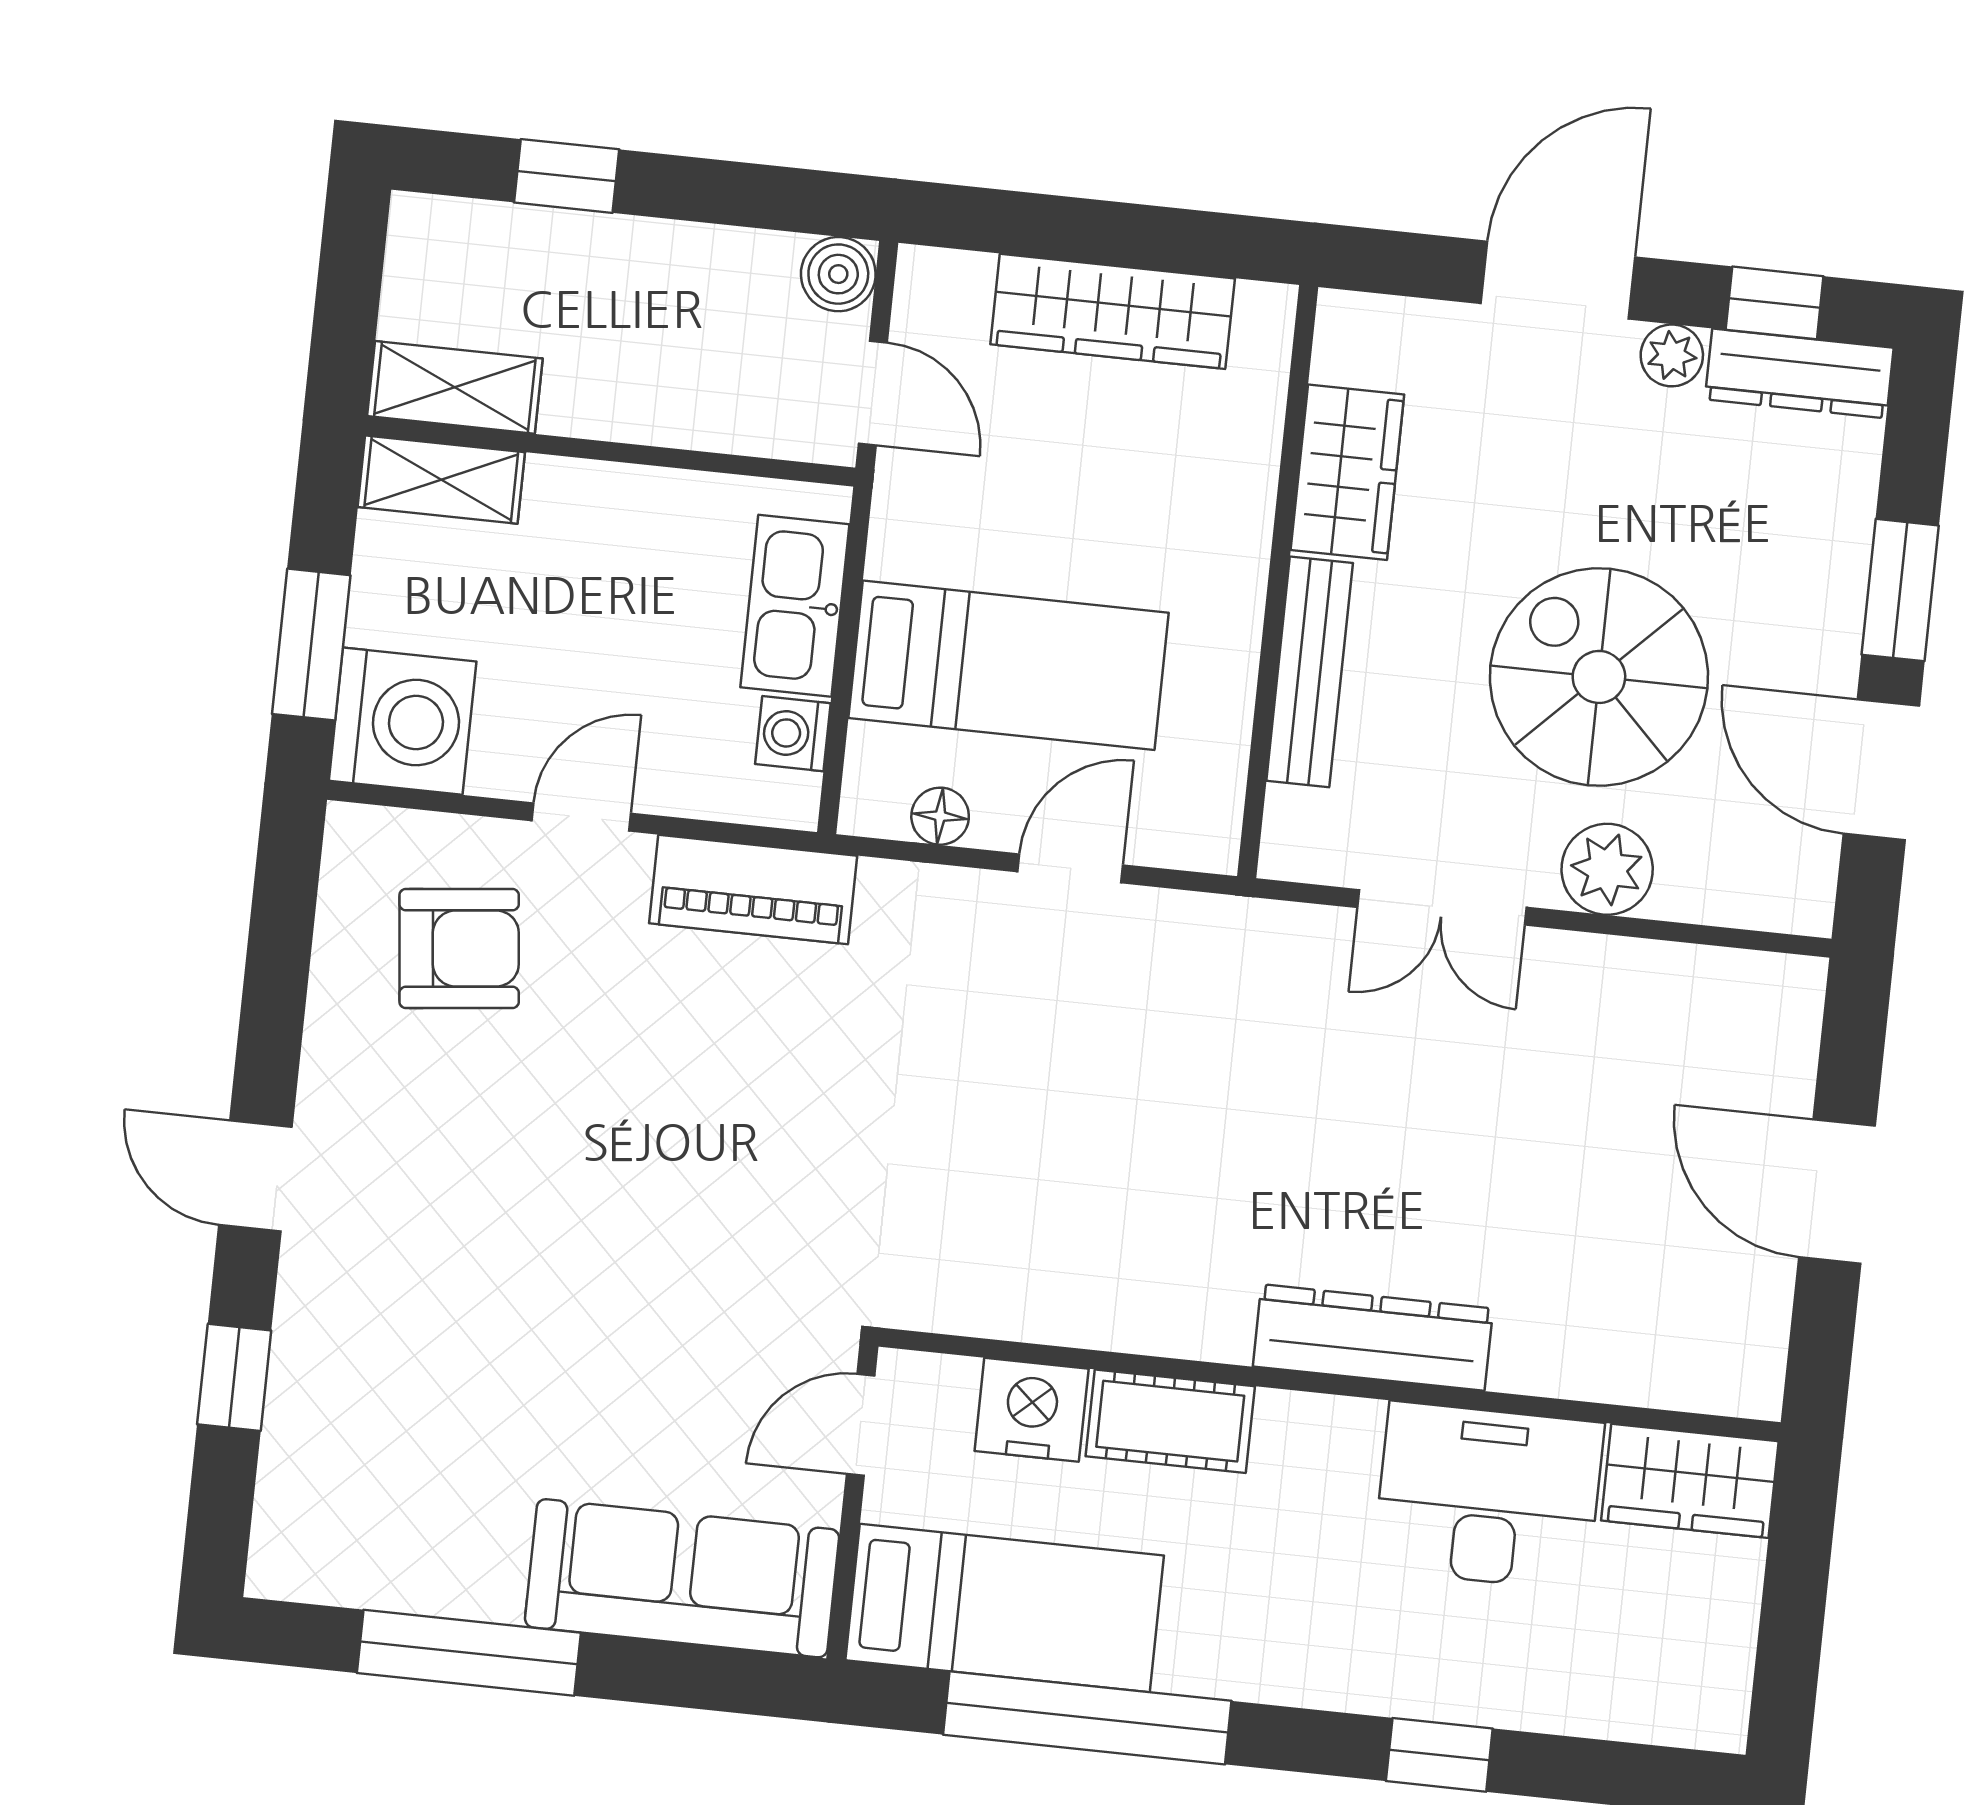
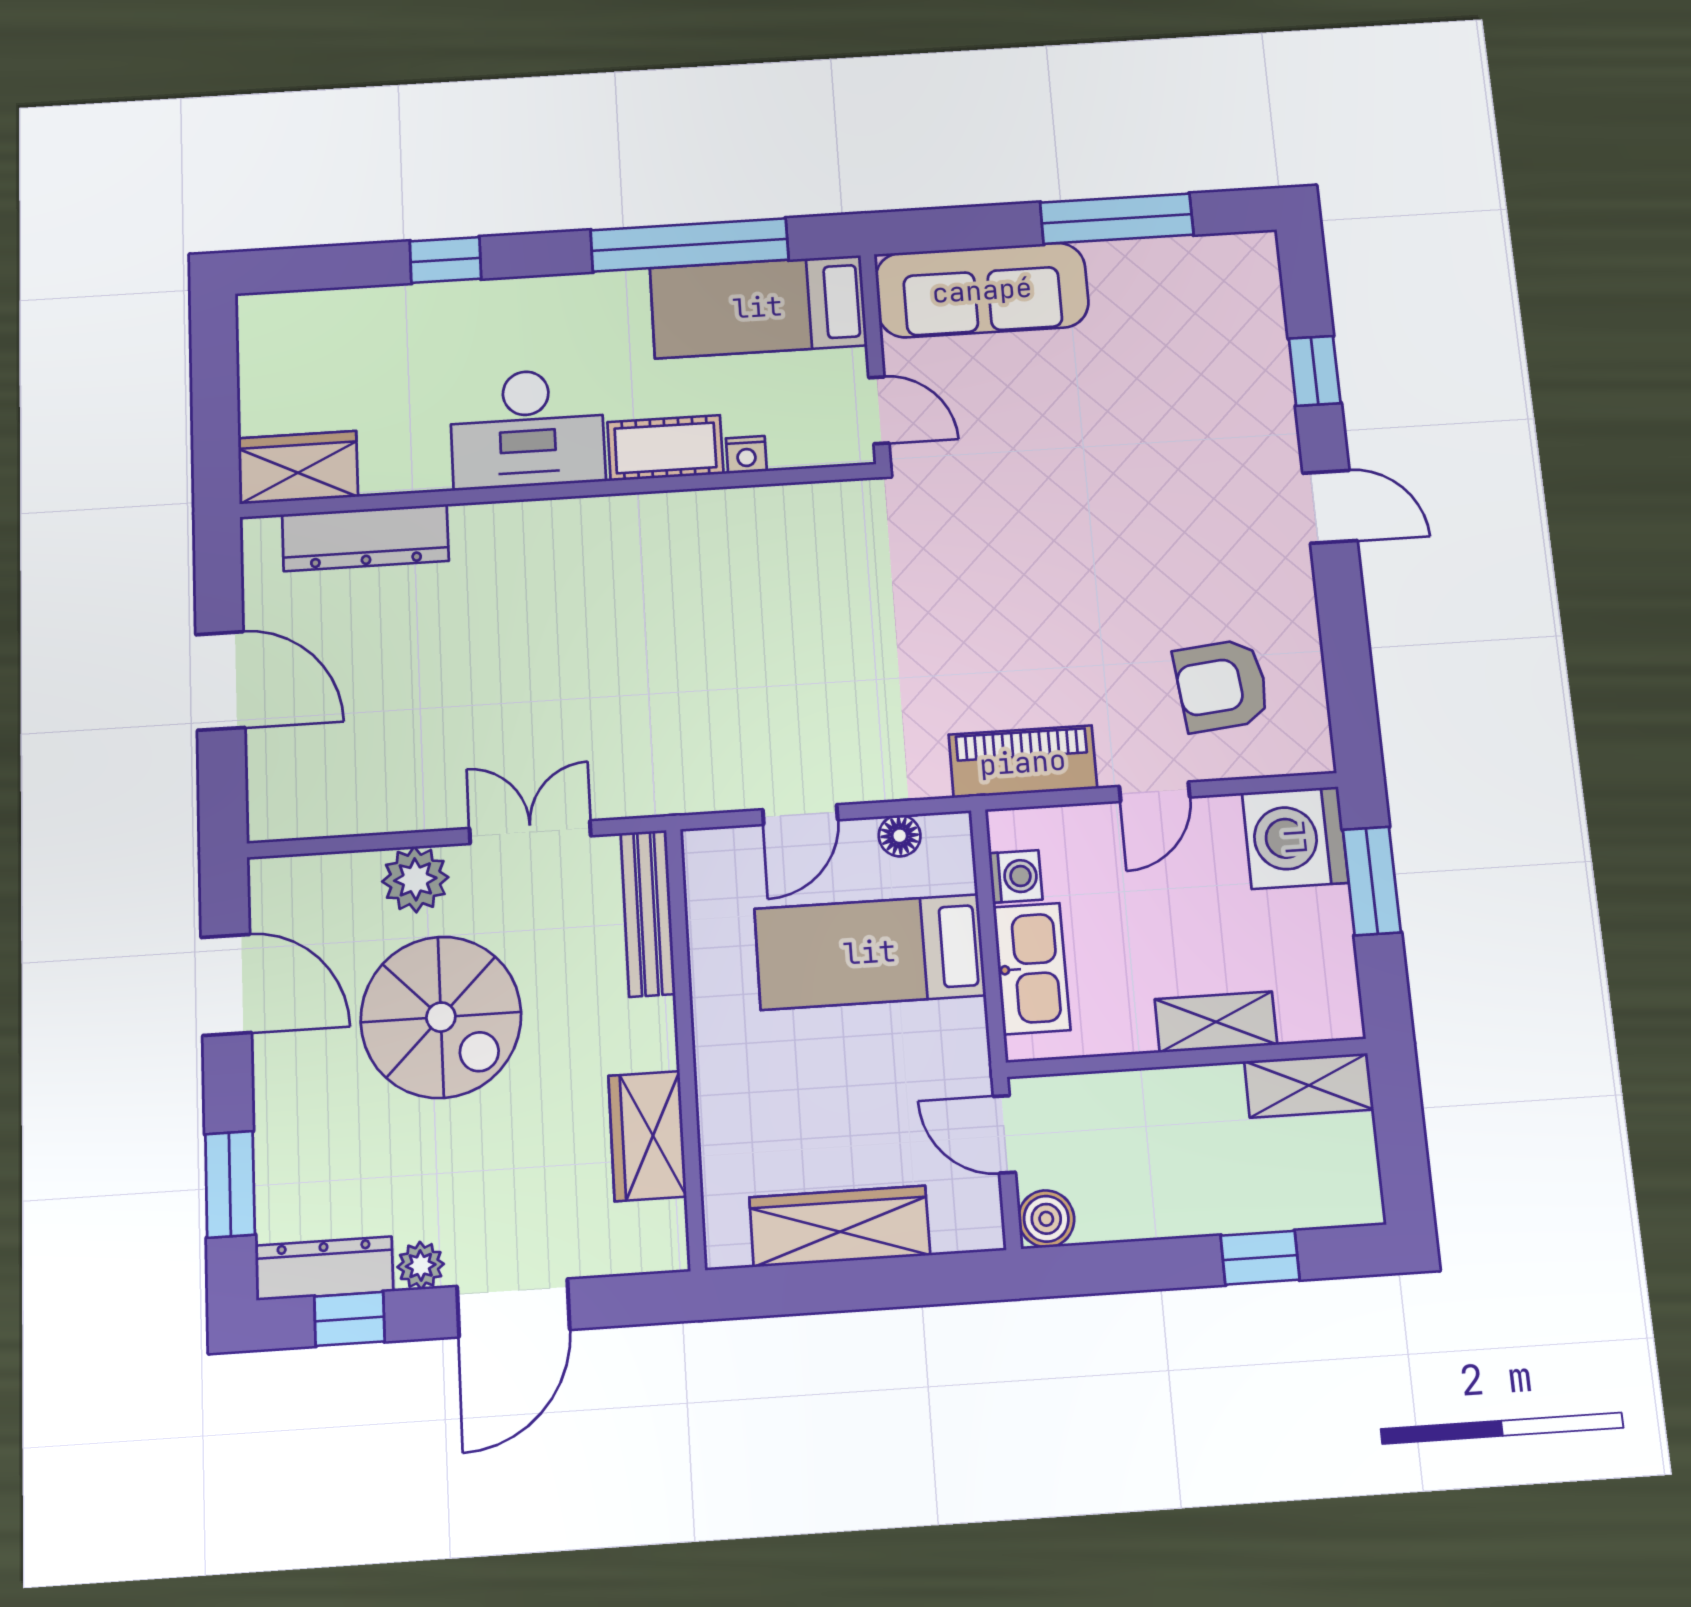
shelving: (441, 480) -> (1216, 1022), moved
window: (1900, 590) -> (230, 1184), moved
bench: (1310, 672) -> (648, 913), moved
dresser: (1373, 1338) -> (365, 538), moved
nightstand: (1032, 1410) -> (746, 455), width x0.53, depth x0.56
door: (861, 1425) -> (879, 410), hinge flipped
desk: (1488, 1496) -> (527, 429), moved

